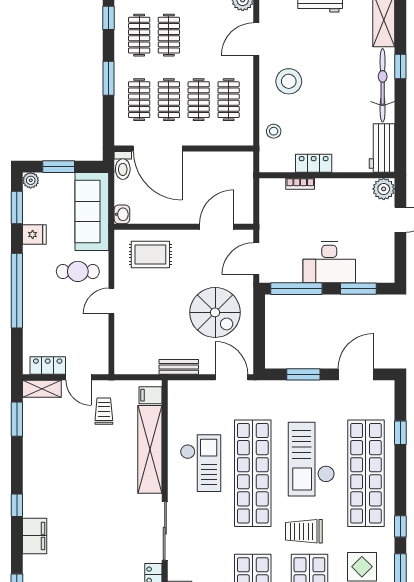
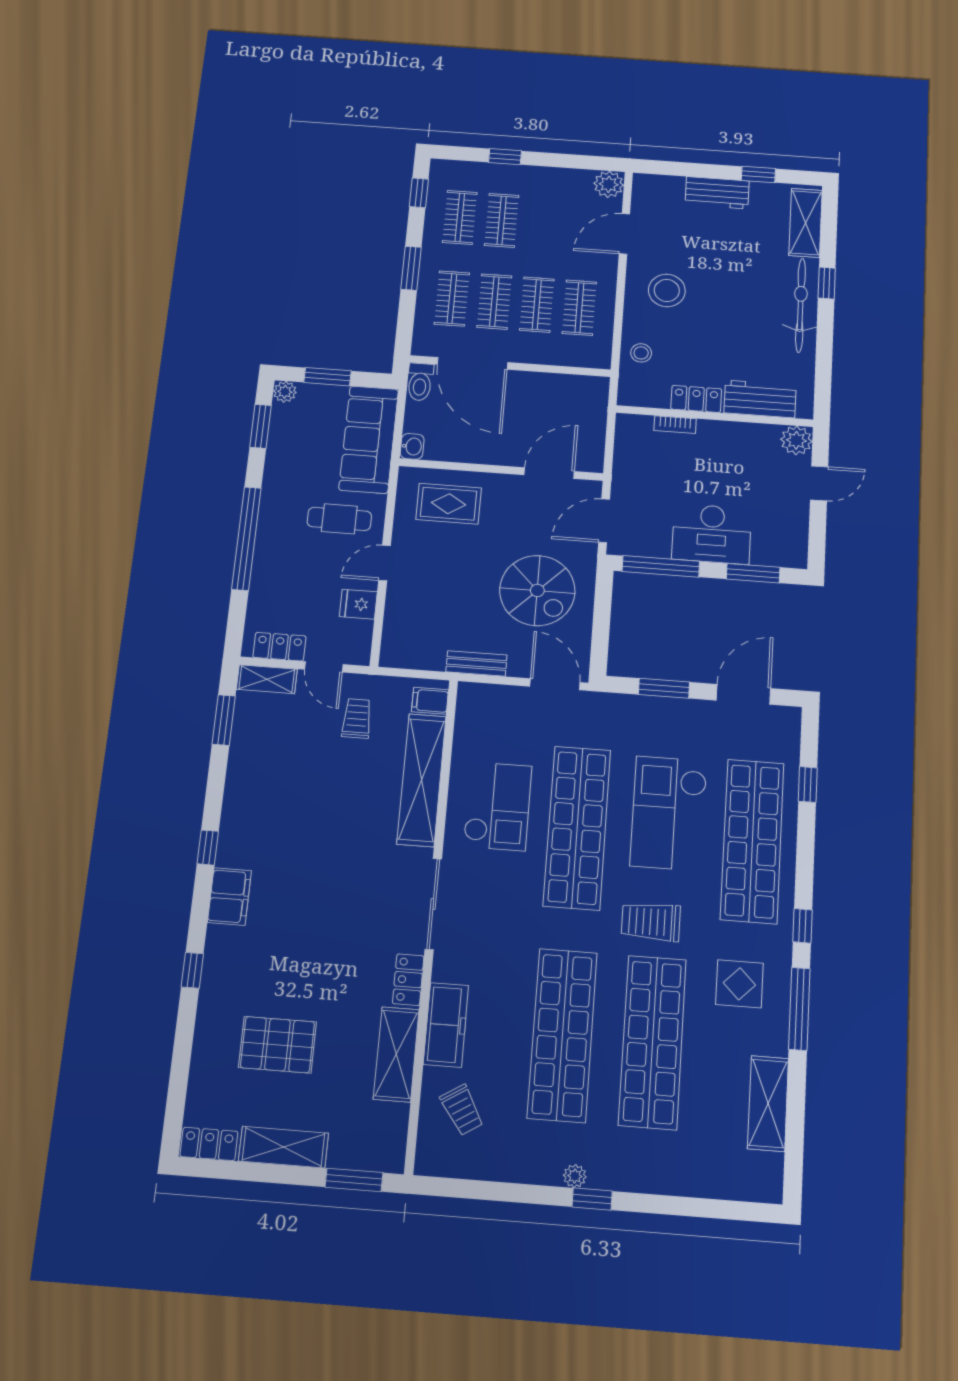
workbench: (382, 148) -> (760, 399), moved, turned 90
fridge: (34, 235) -> (358, 604), moved, turned 180

